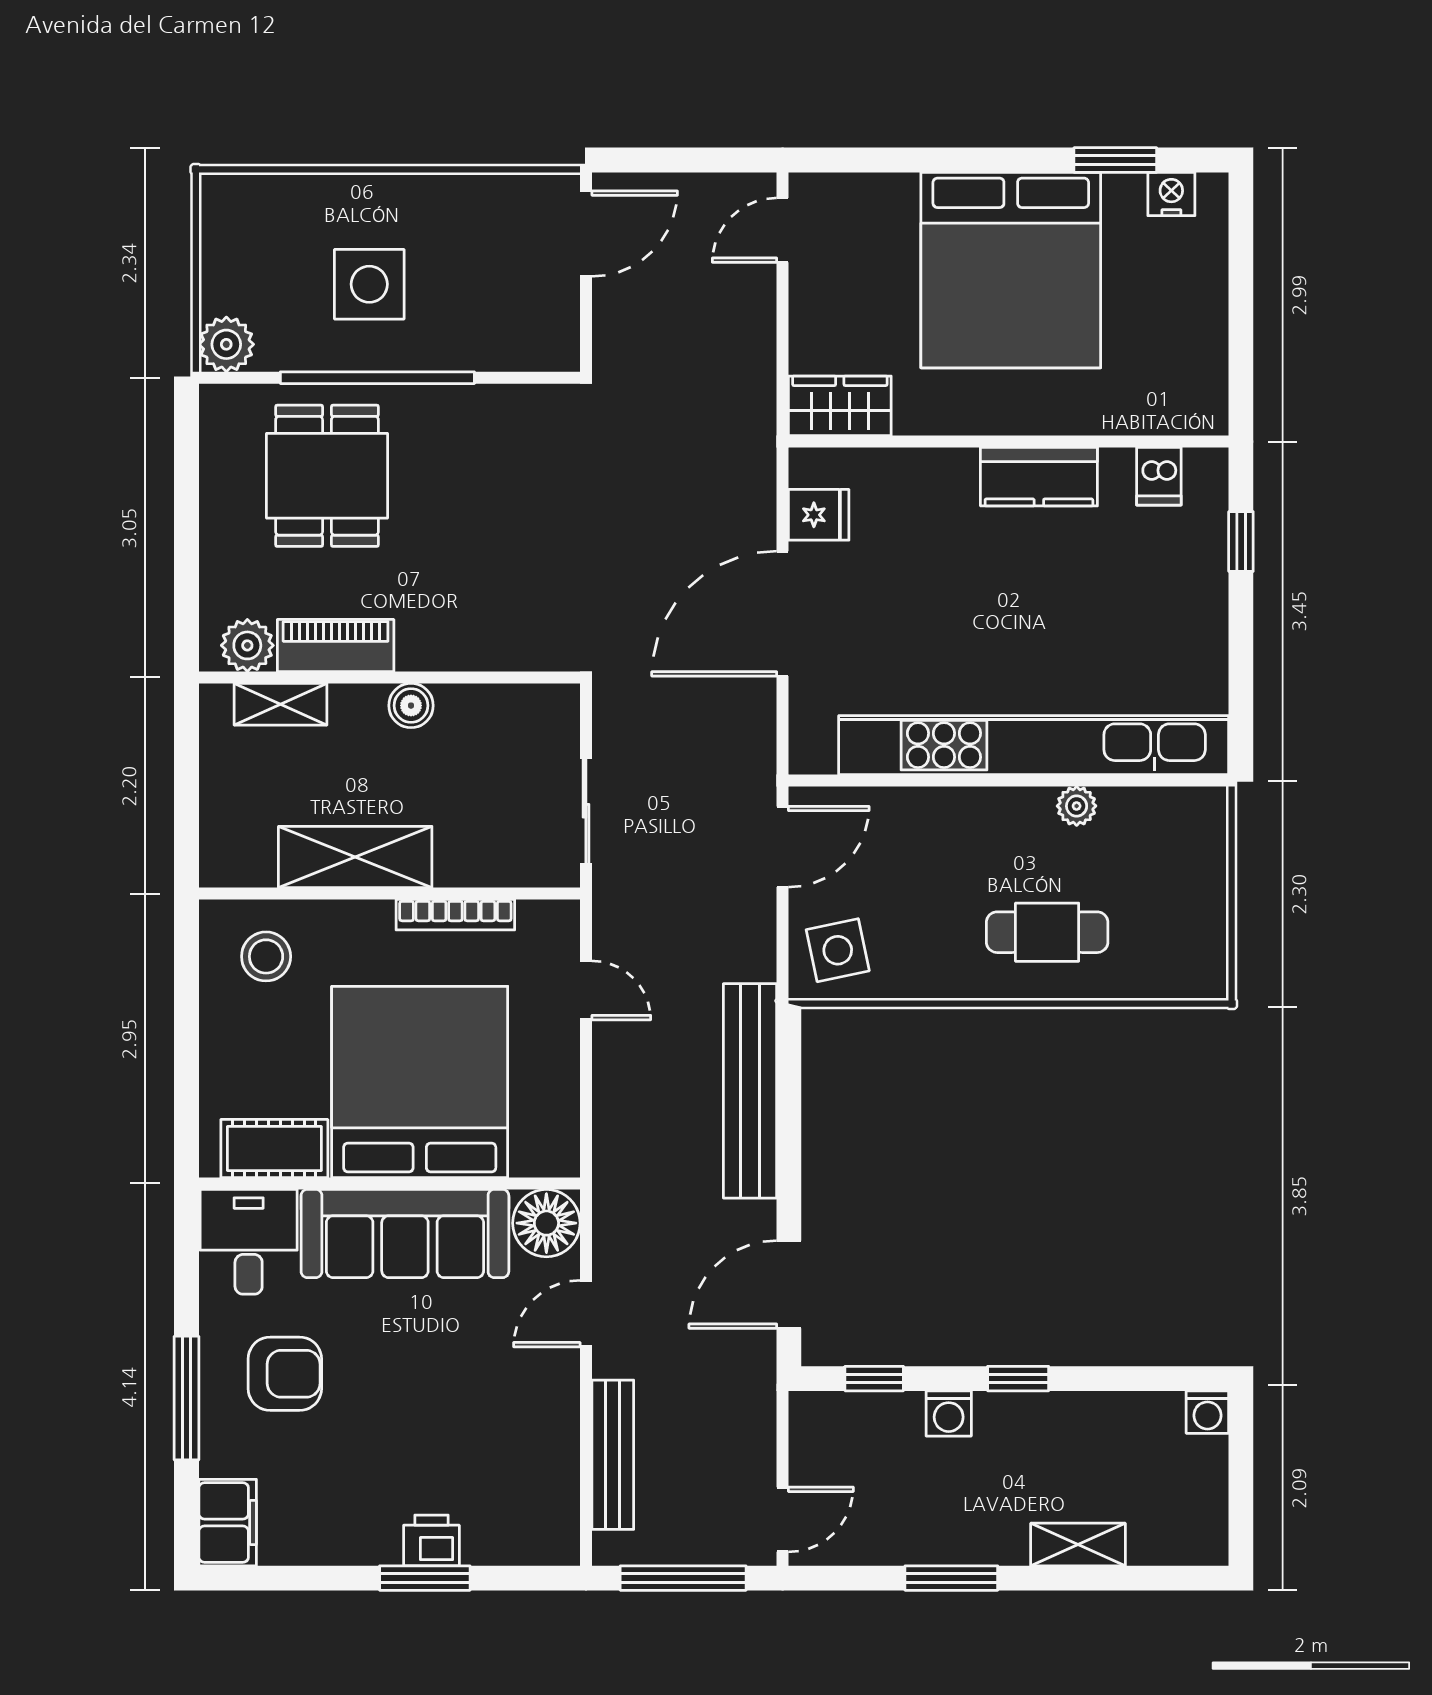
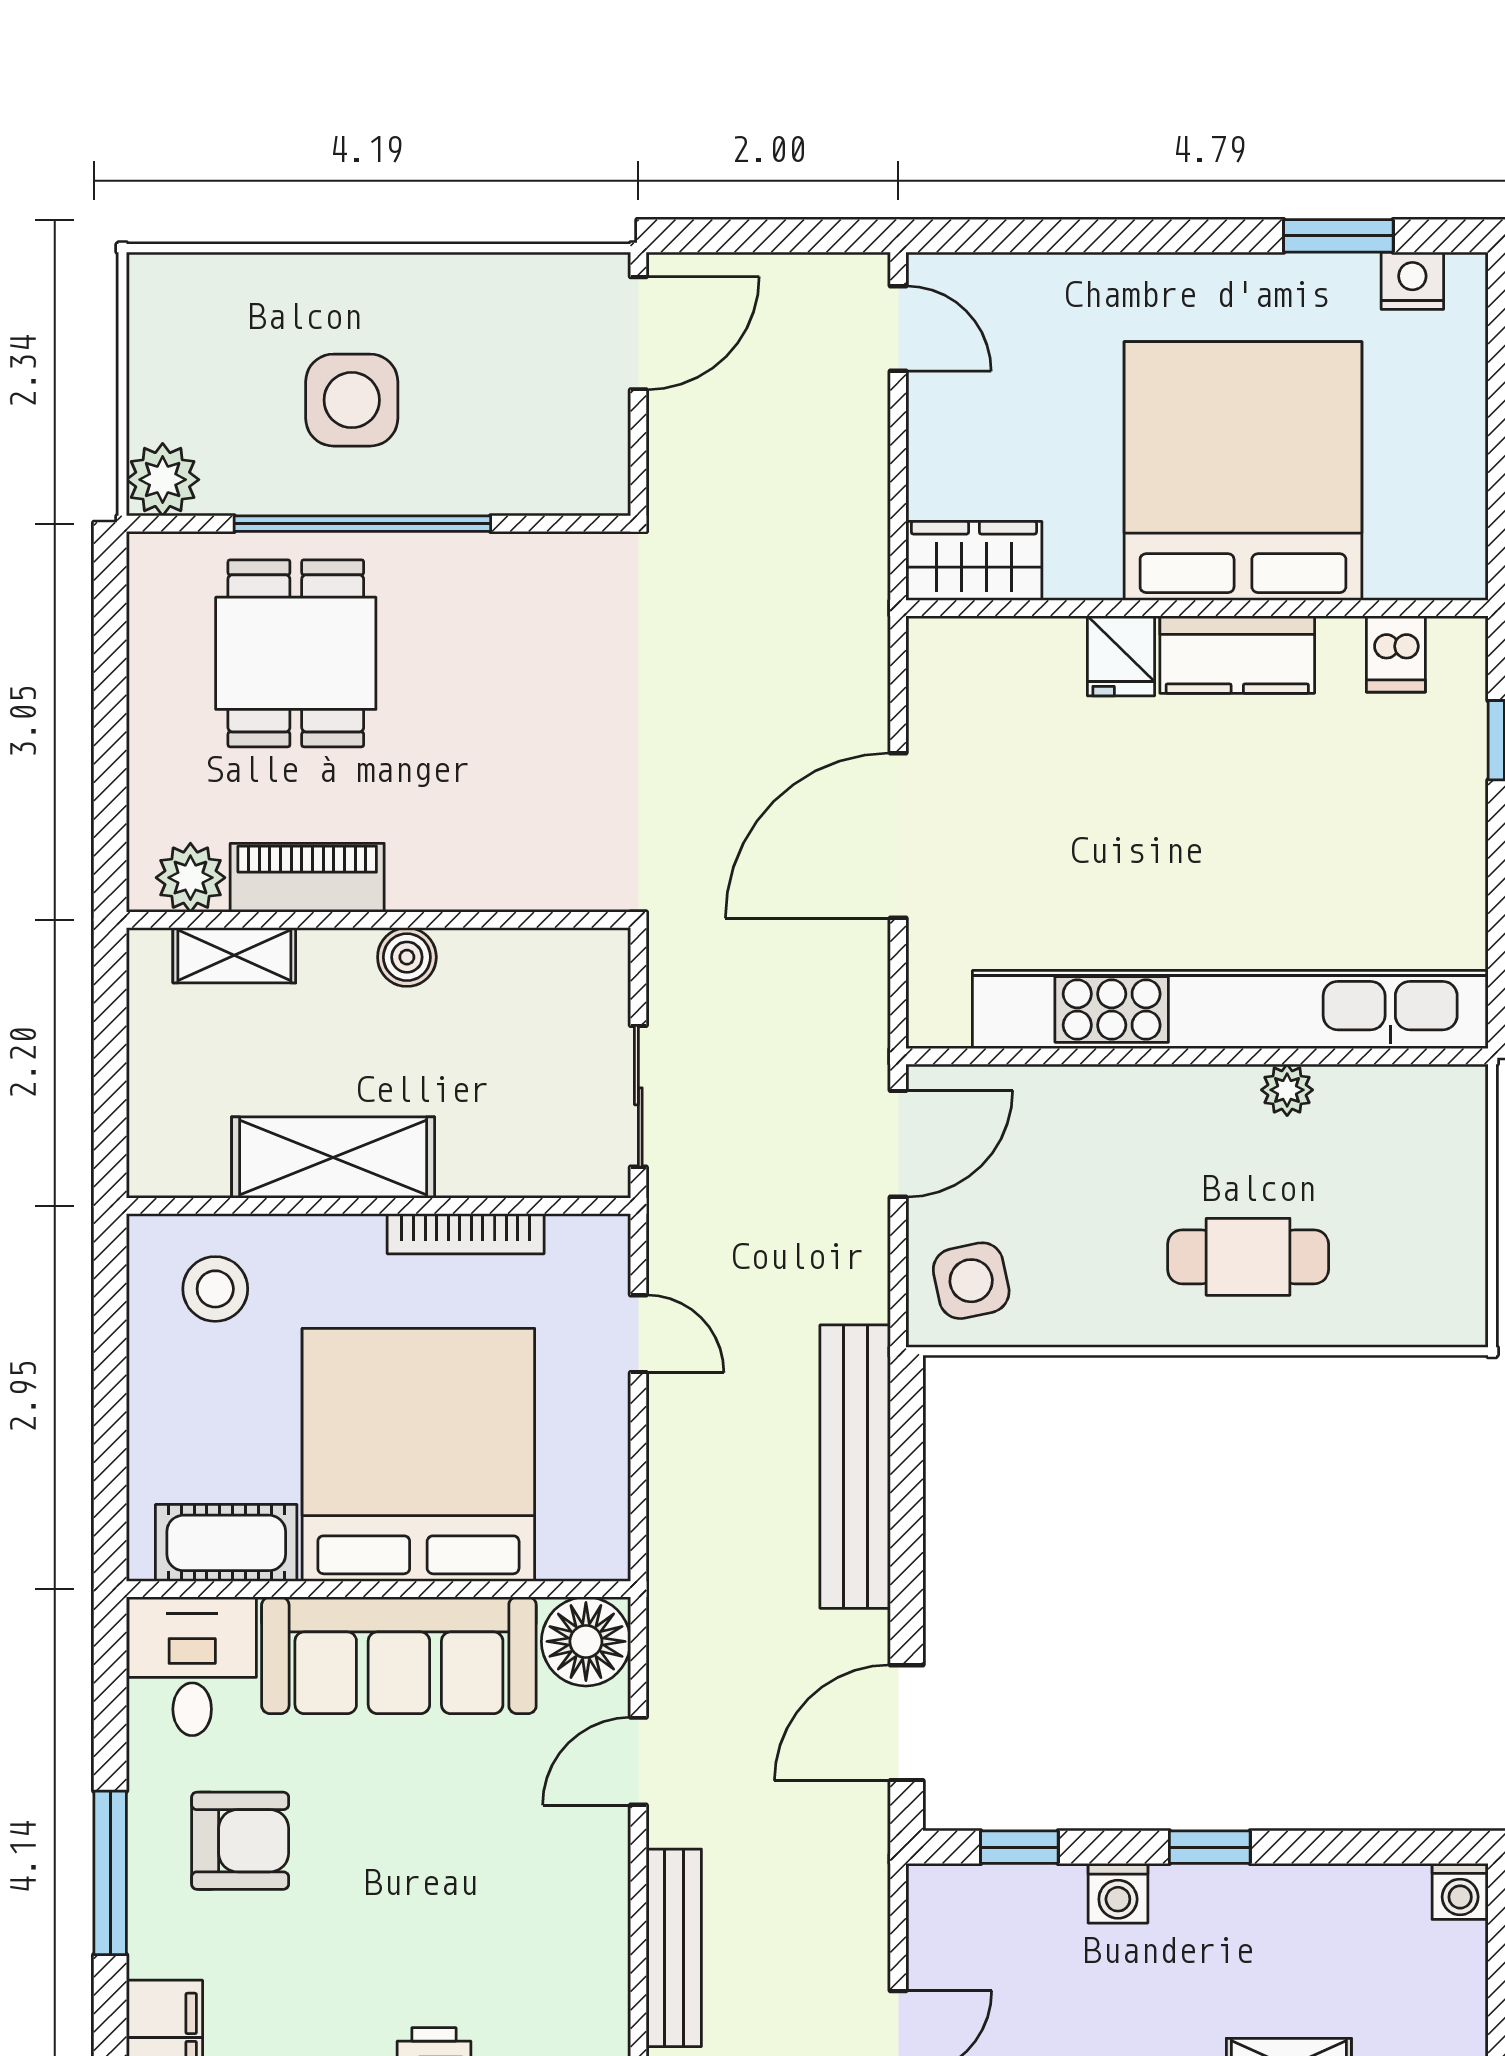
door: (783, 230) -> (898, 329), swing flipped
bed: (1011, 270) -> (1243, 471), moved, turned 180
fridge: (819, 515) -> (1121, 656), moved, turned 90

